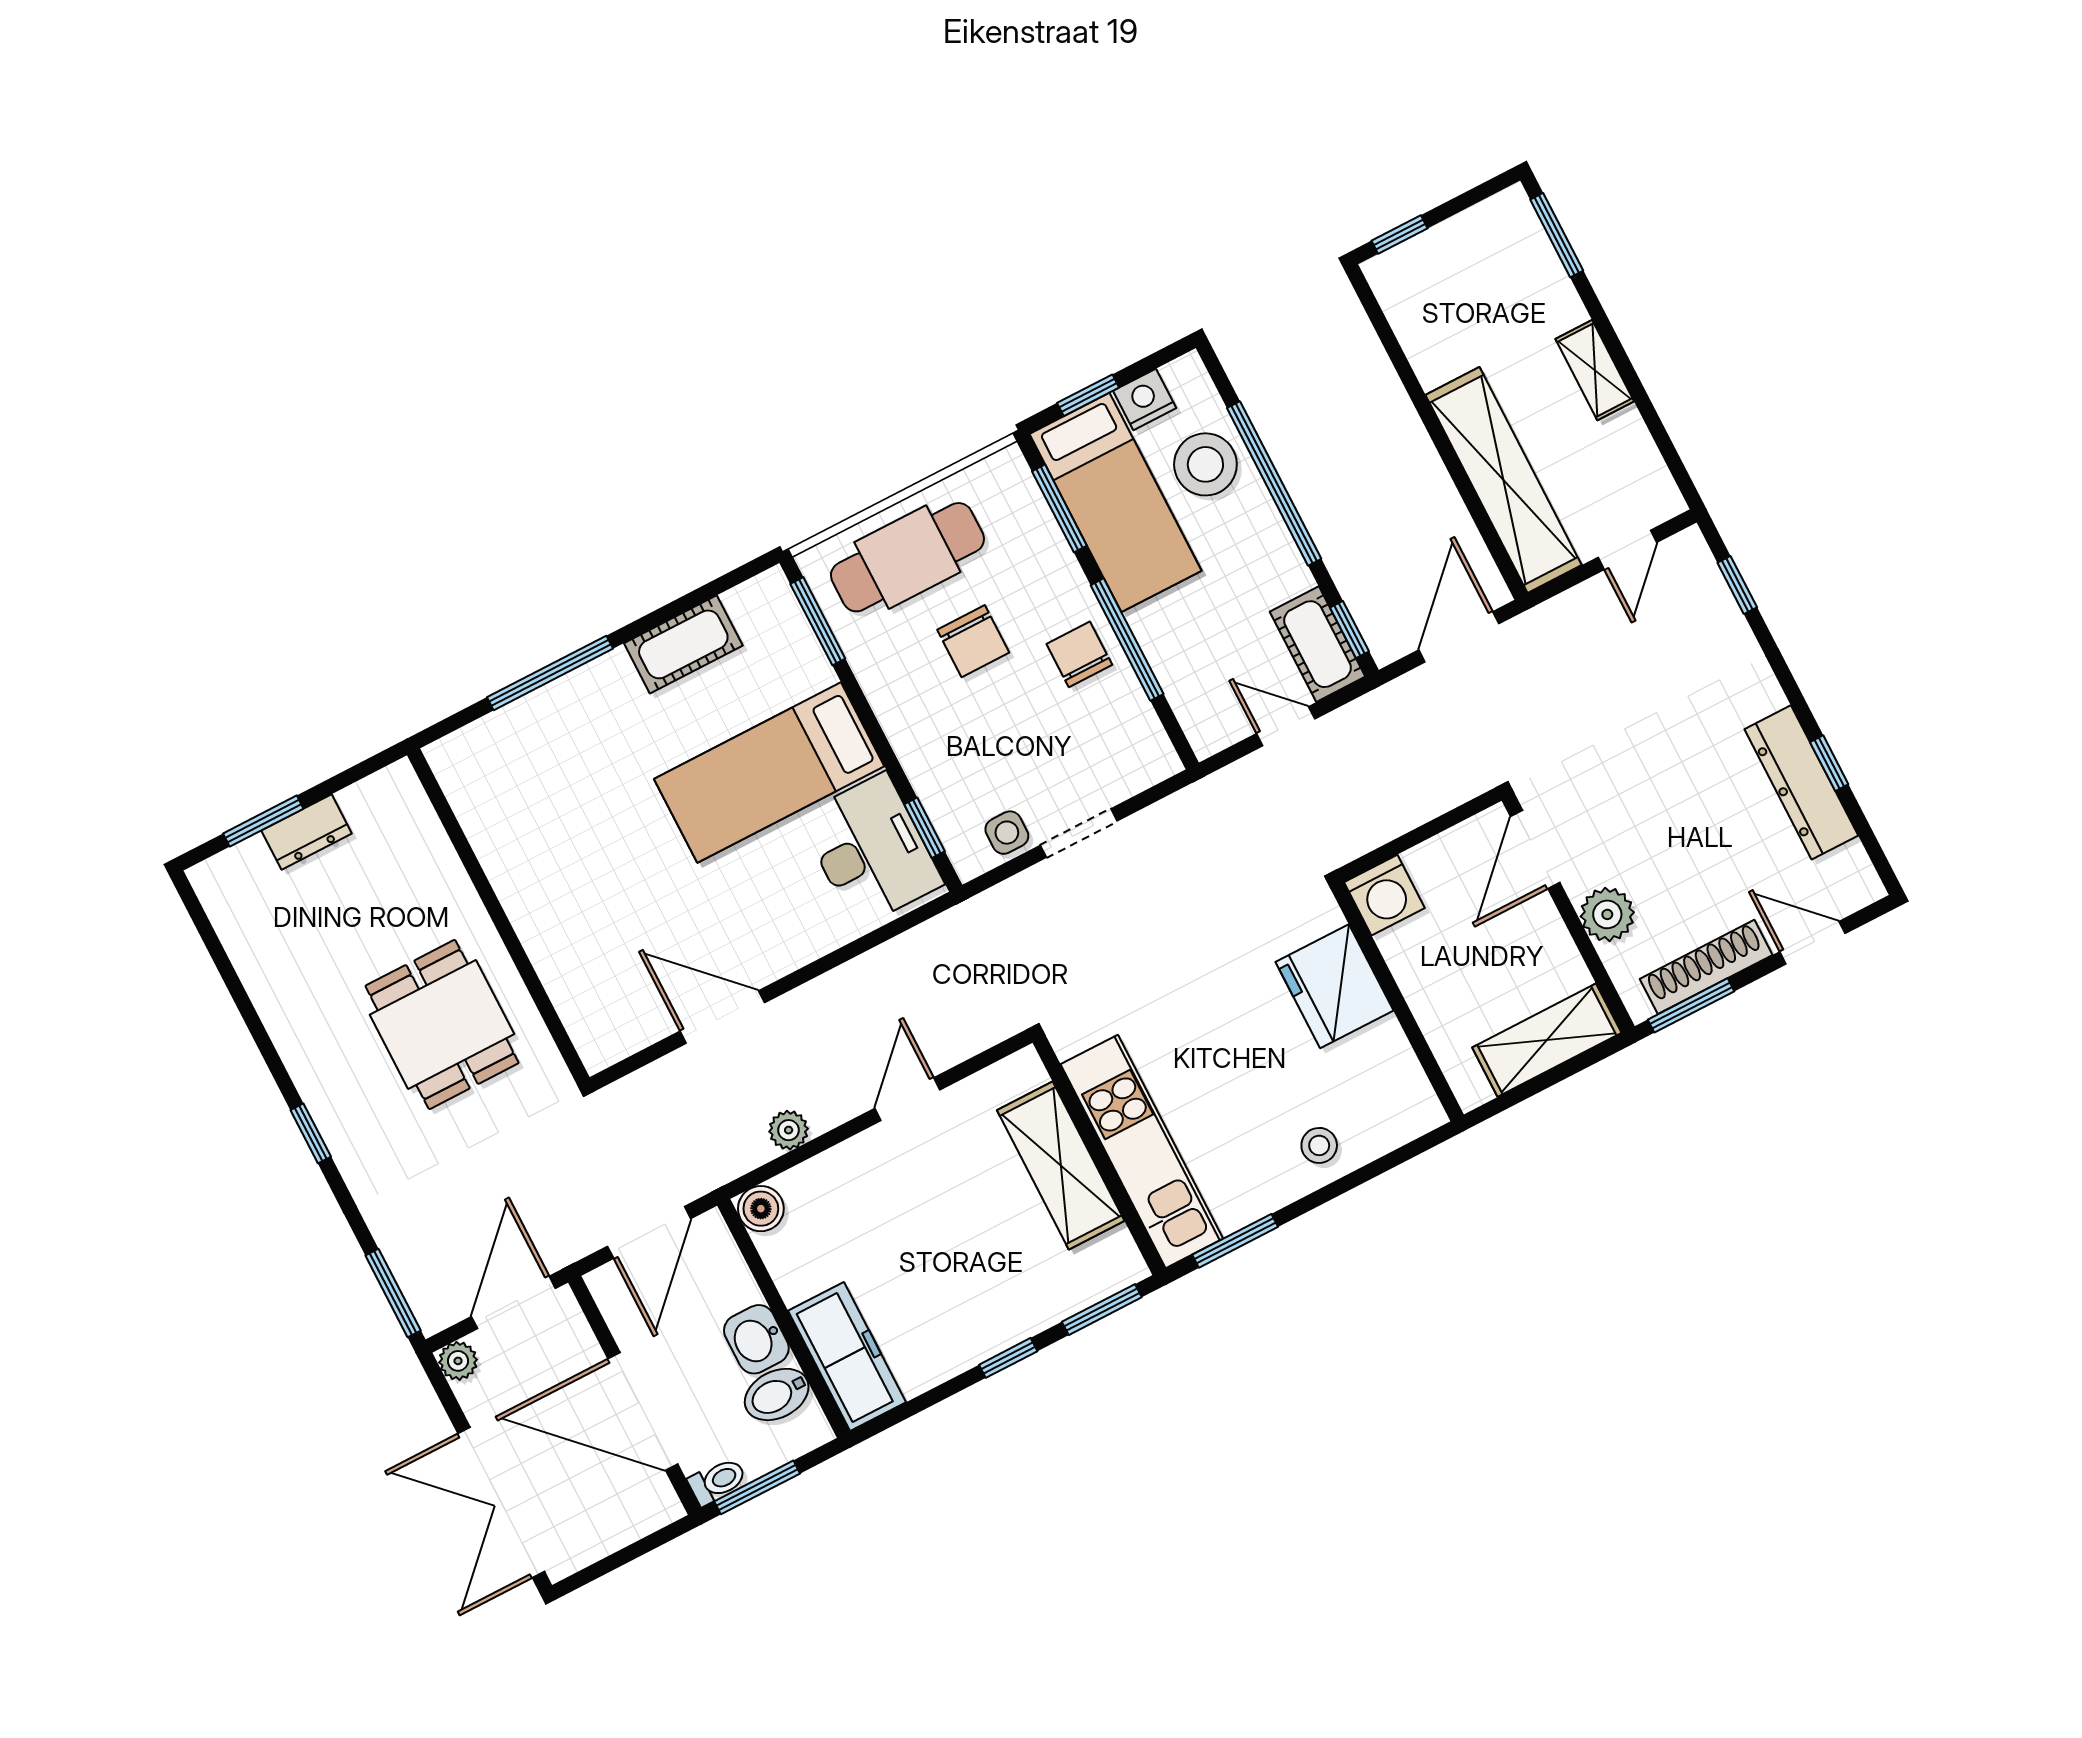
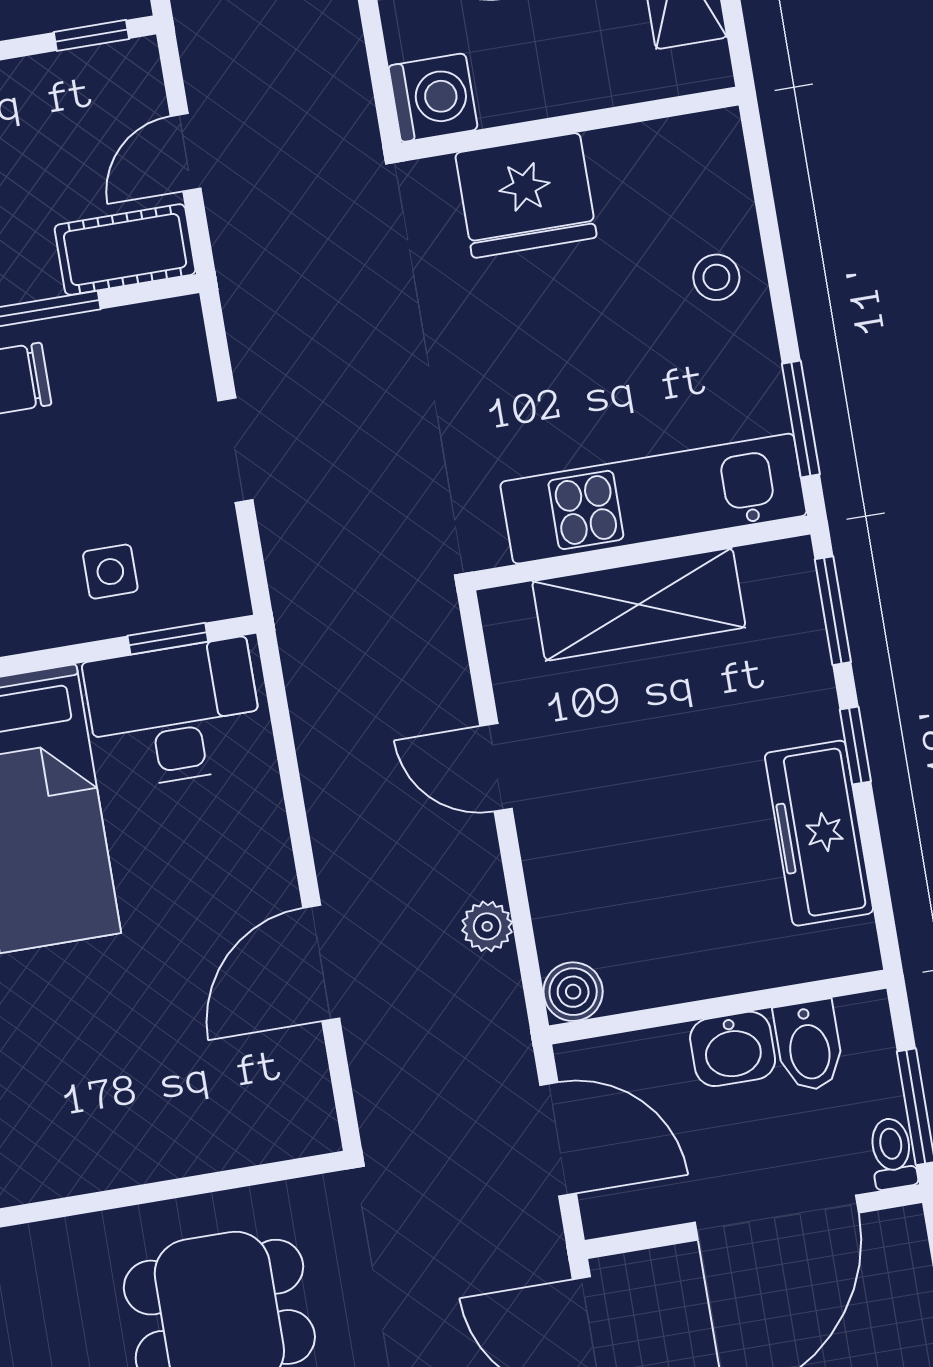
cot: (1318, 644) -> (125, 250), moved
side table: (1007, 833) -> (110, 572), moved
freezer: (847, 1356) -> (819, 833), moved, turned -90

